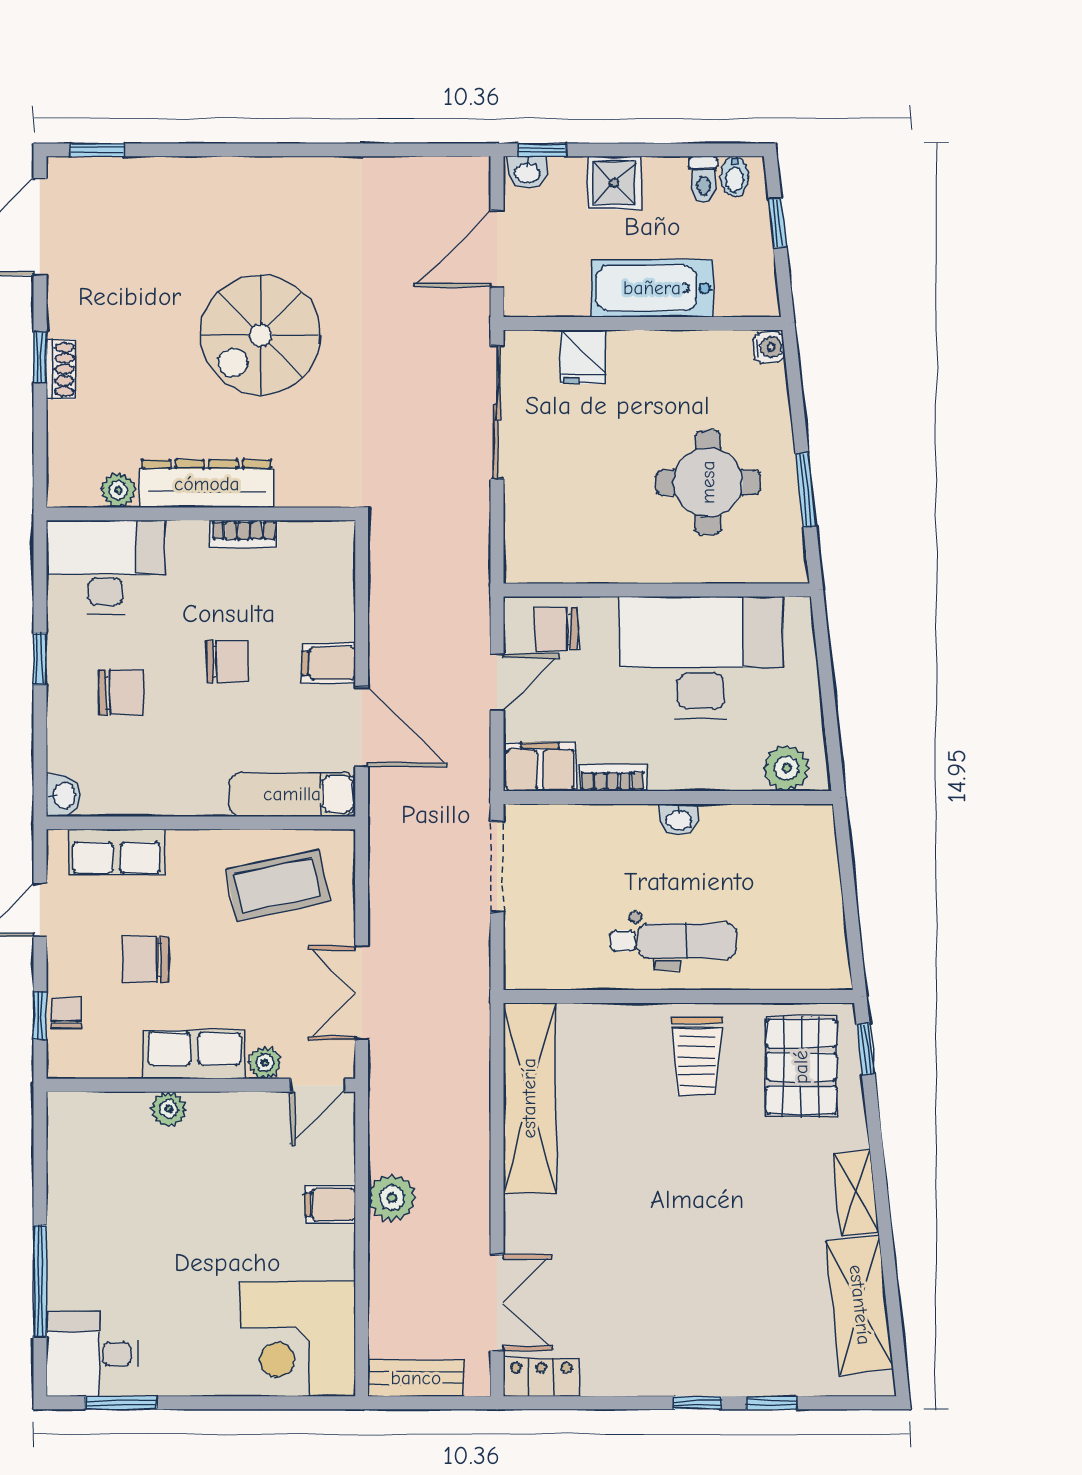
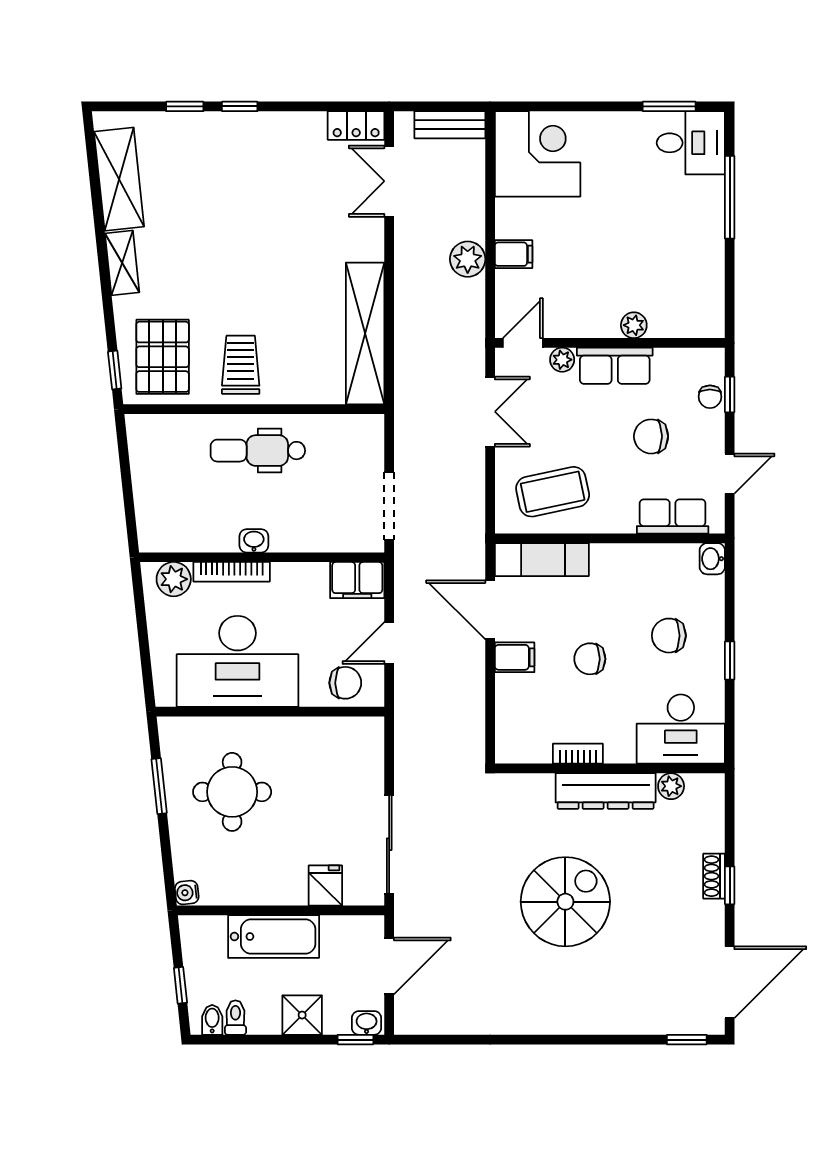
bookcase: (613, 778) -> (232, 572), moved, width x1.56
chair: (145, 960) -> (651, 436), turned 180

